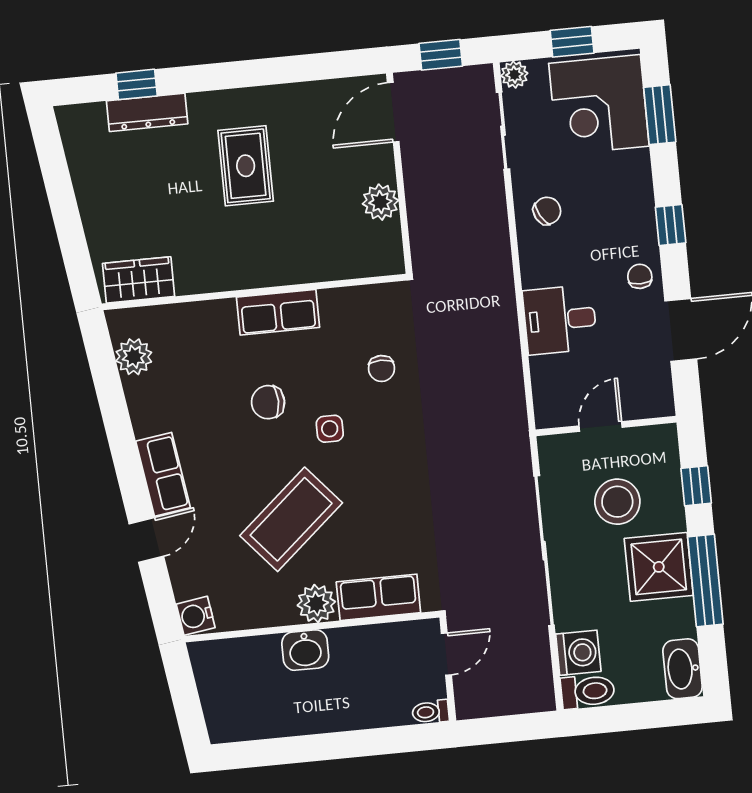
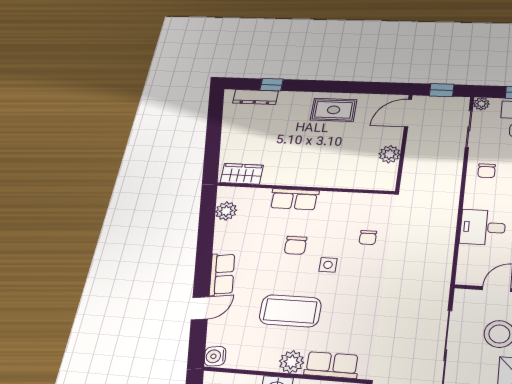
dresser: (147, 112) -> (256, 97), moved
rug: (246, 166) -> (334, 110), moved, turned 90
chair: (547, 211) -> (487, 171), turned 119
row of seats: (278, 312) -> (294, 199), moved
chair: (268, 402) -> (296, 245), turned -90
coffee table: (291, 519) -> (290, 311), turned 41

